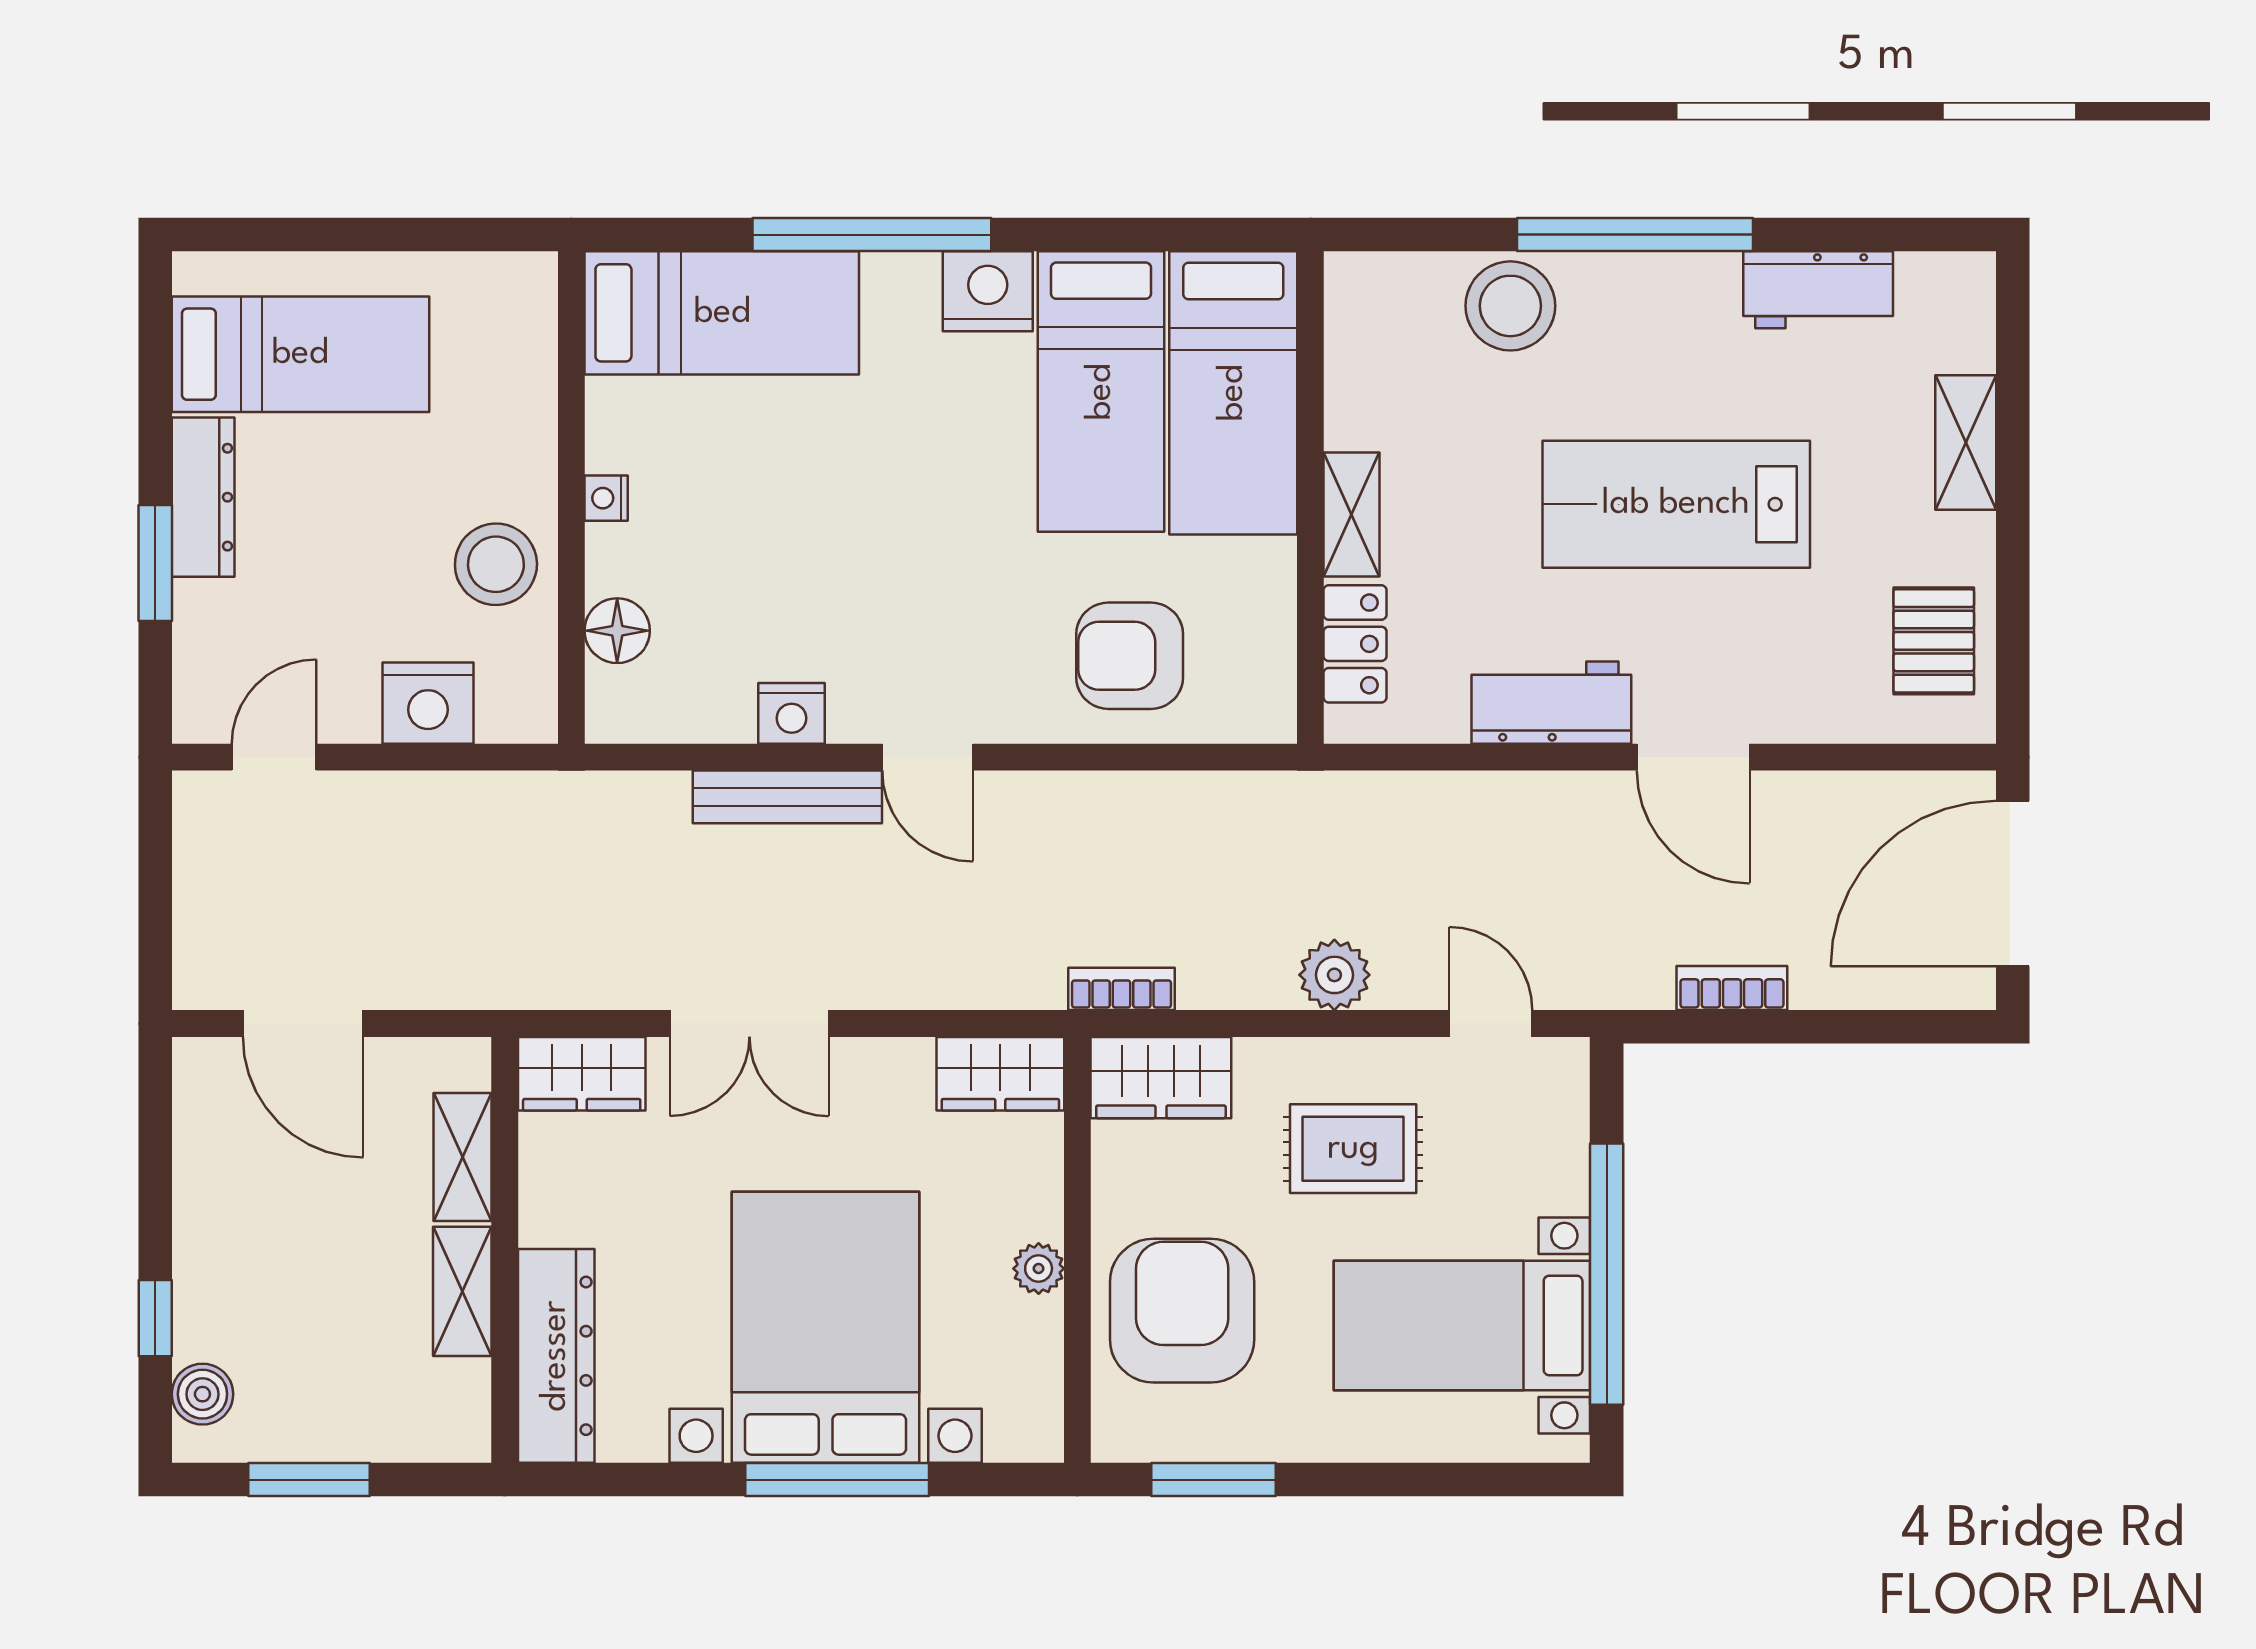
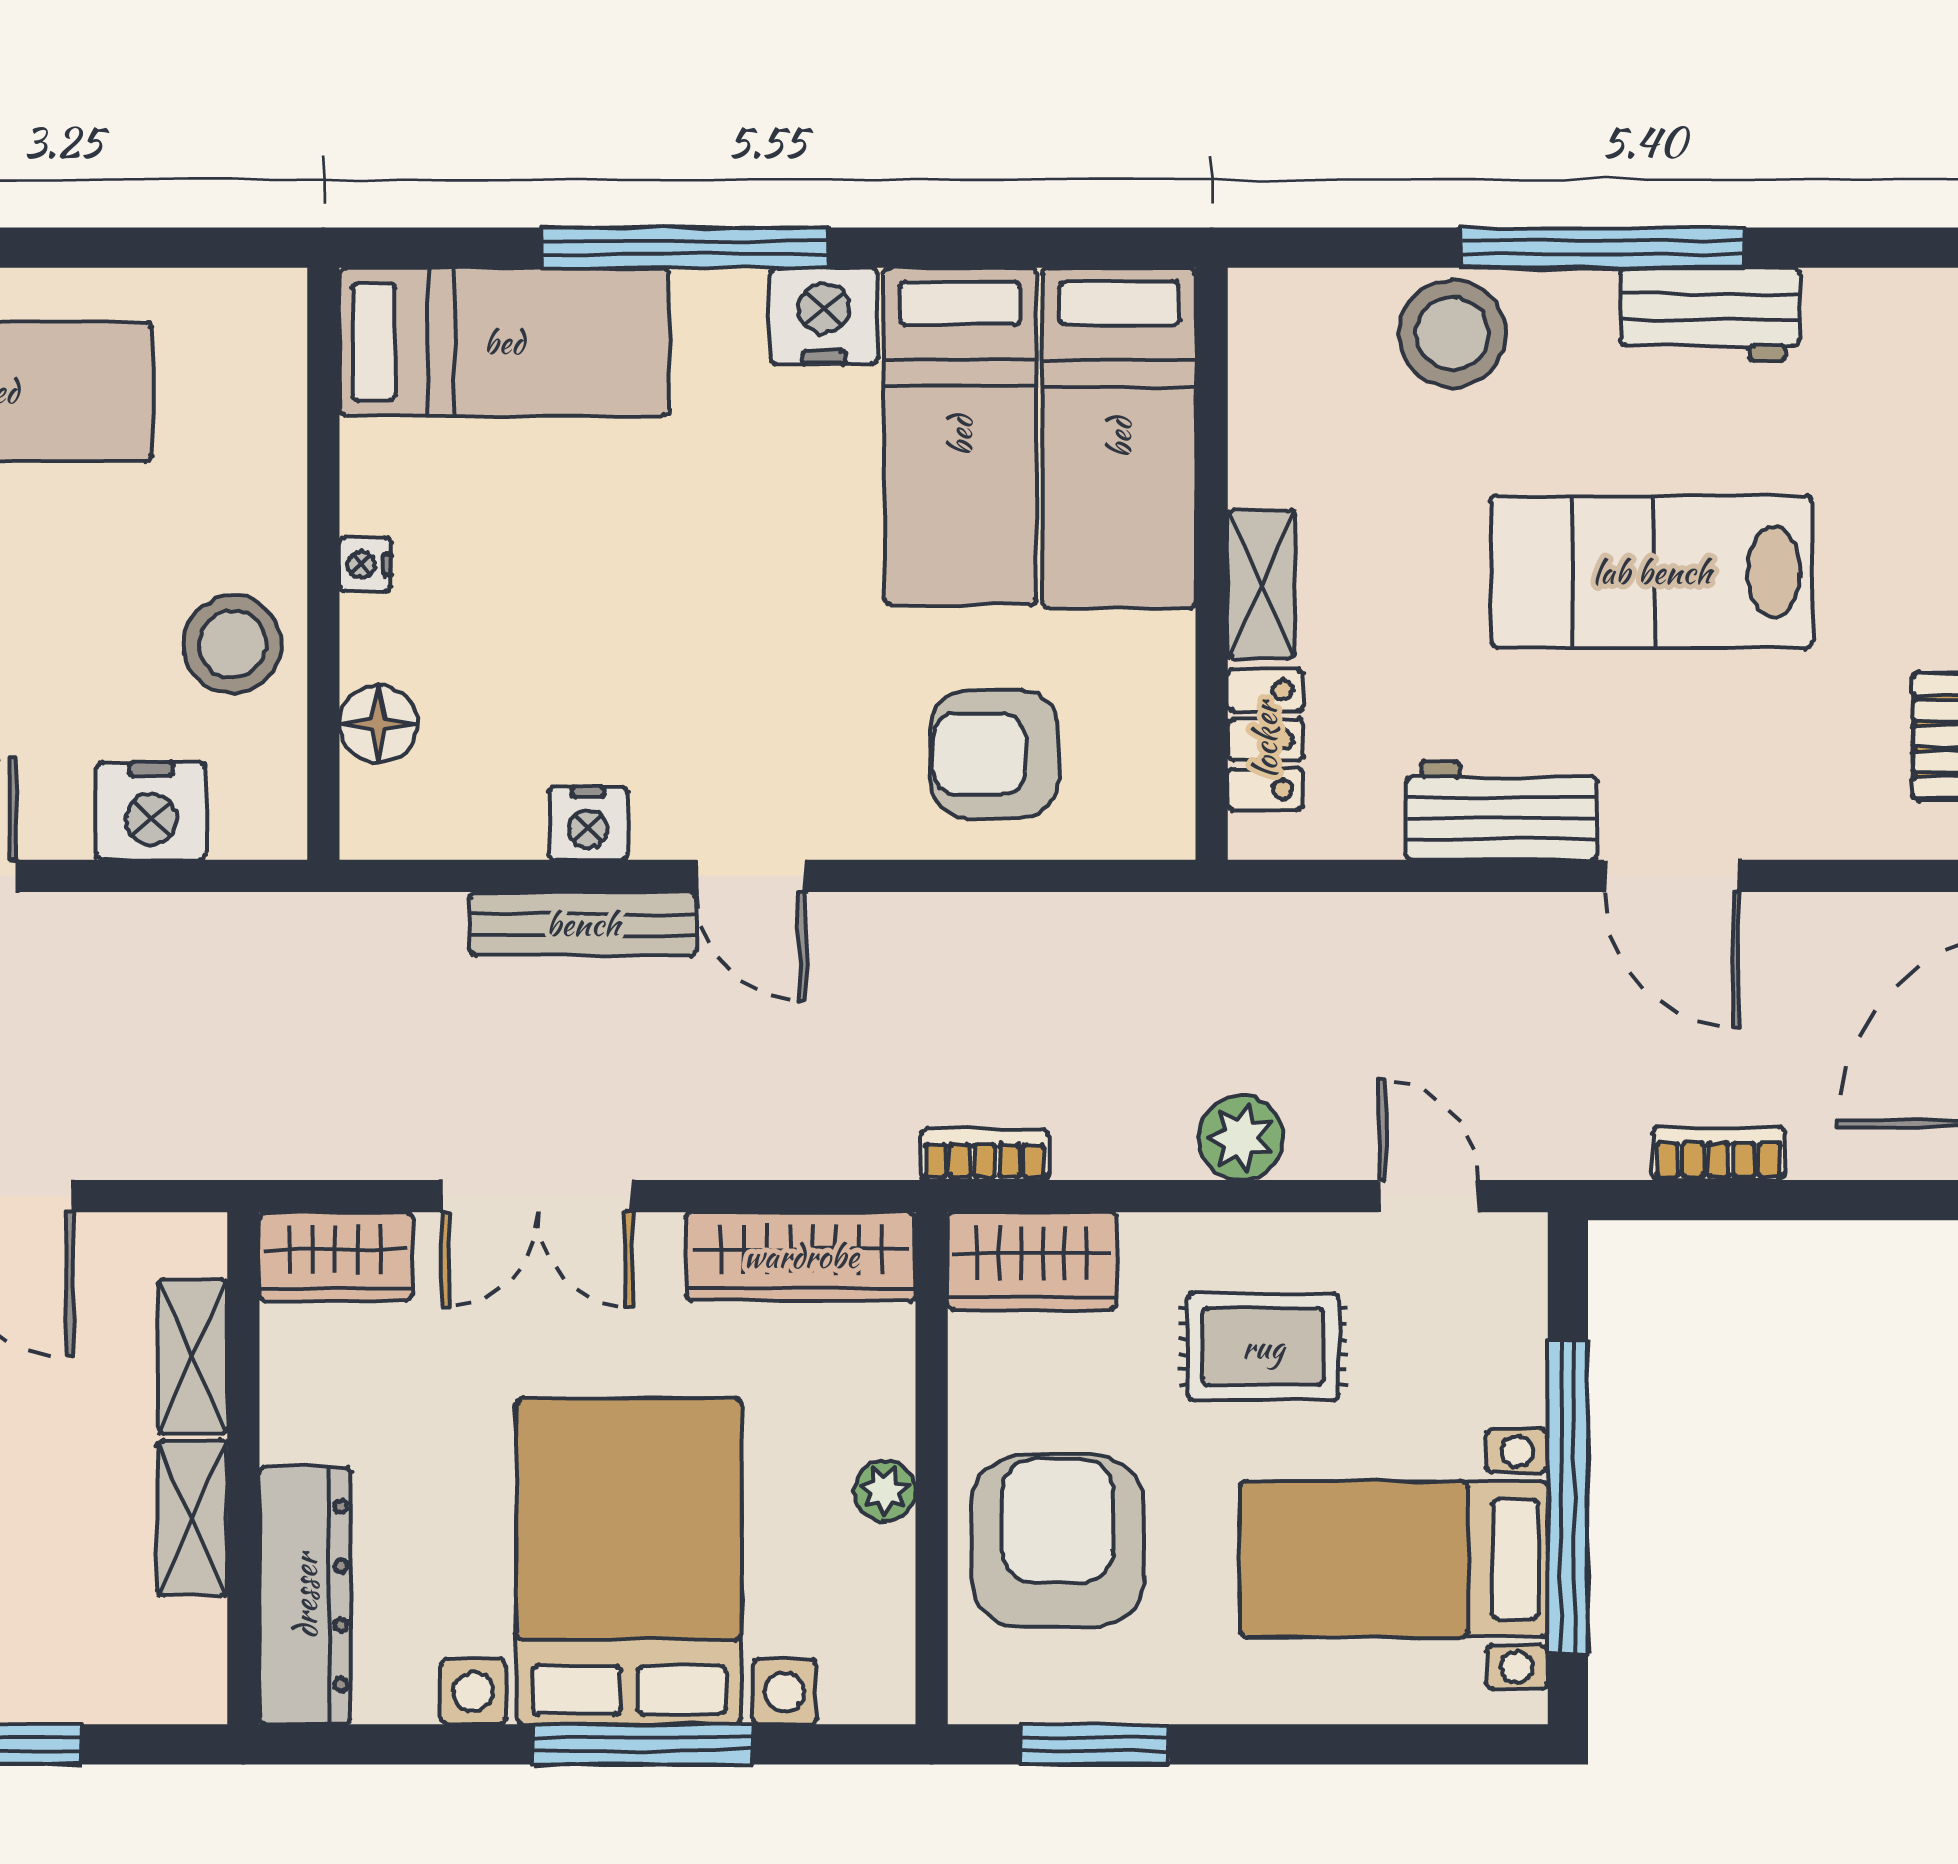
workbench: (1818, 290) -> (1710, 314), moved
wardrobe: (1000, 1074) -> (801, 1256), width x1.50

